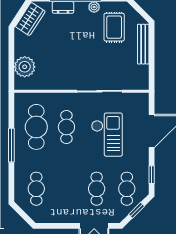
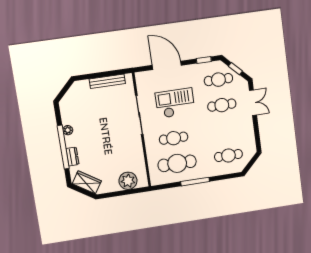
rug: (114, 27) -> (82, 110), removed
bench: (143, 44) -> (107, 81), moved

